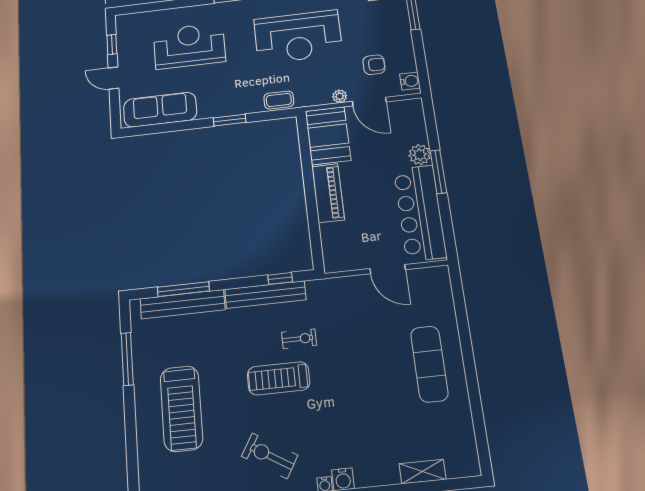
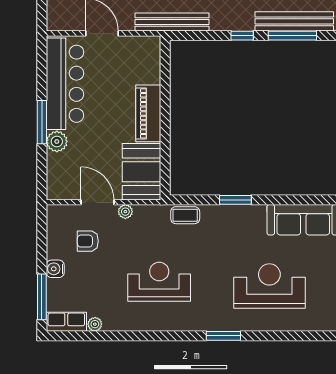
reception desk: (298, 37) -> (159, 282), width x0.74, depth x0.77
reception desk: (189, 46) -> (269, 286), turned 180
water cooler: (410, 81) -> (55, 269), moved
window: (280, 278) -> (242, 36), moved
bench: (265, 295) -> (172, 22), moved

